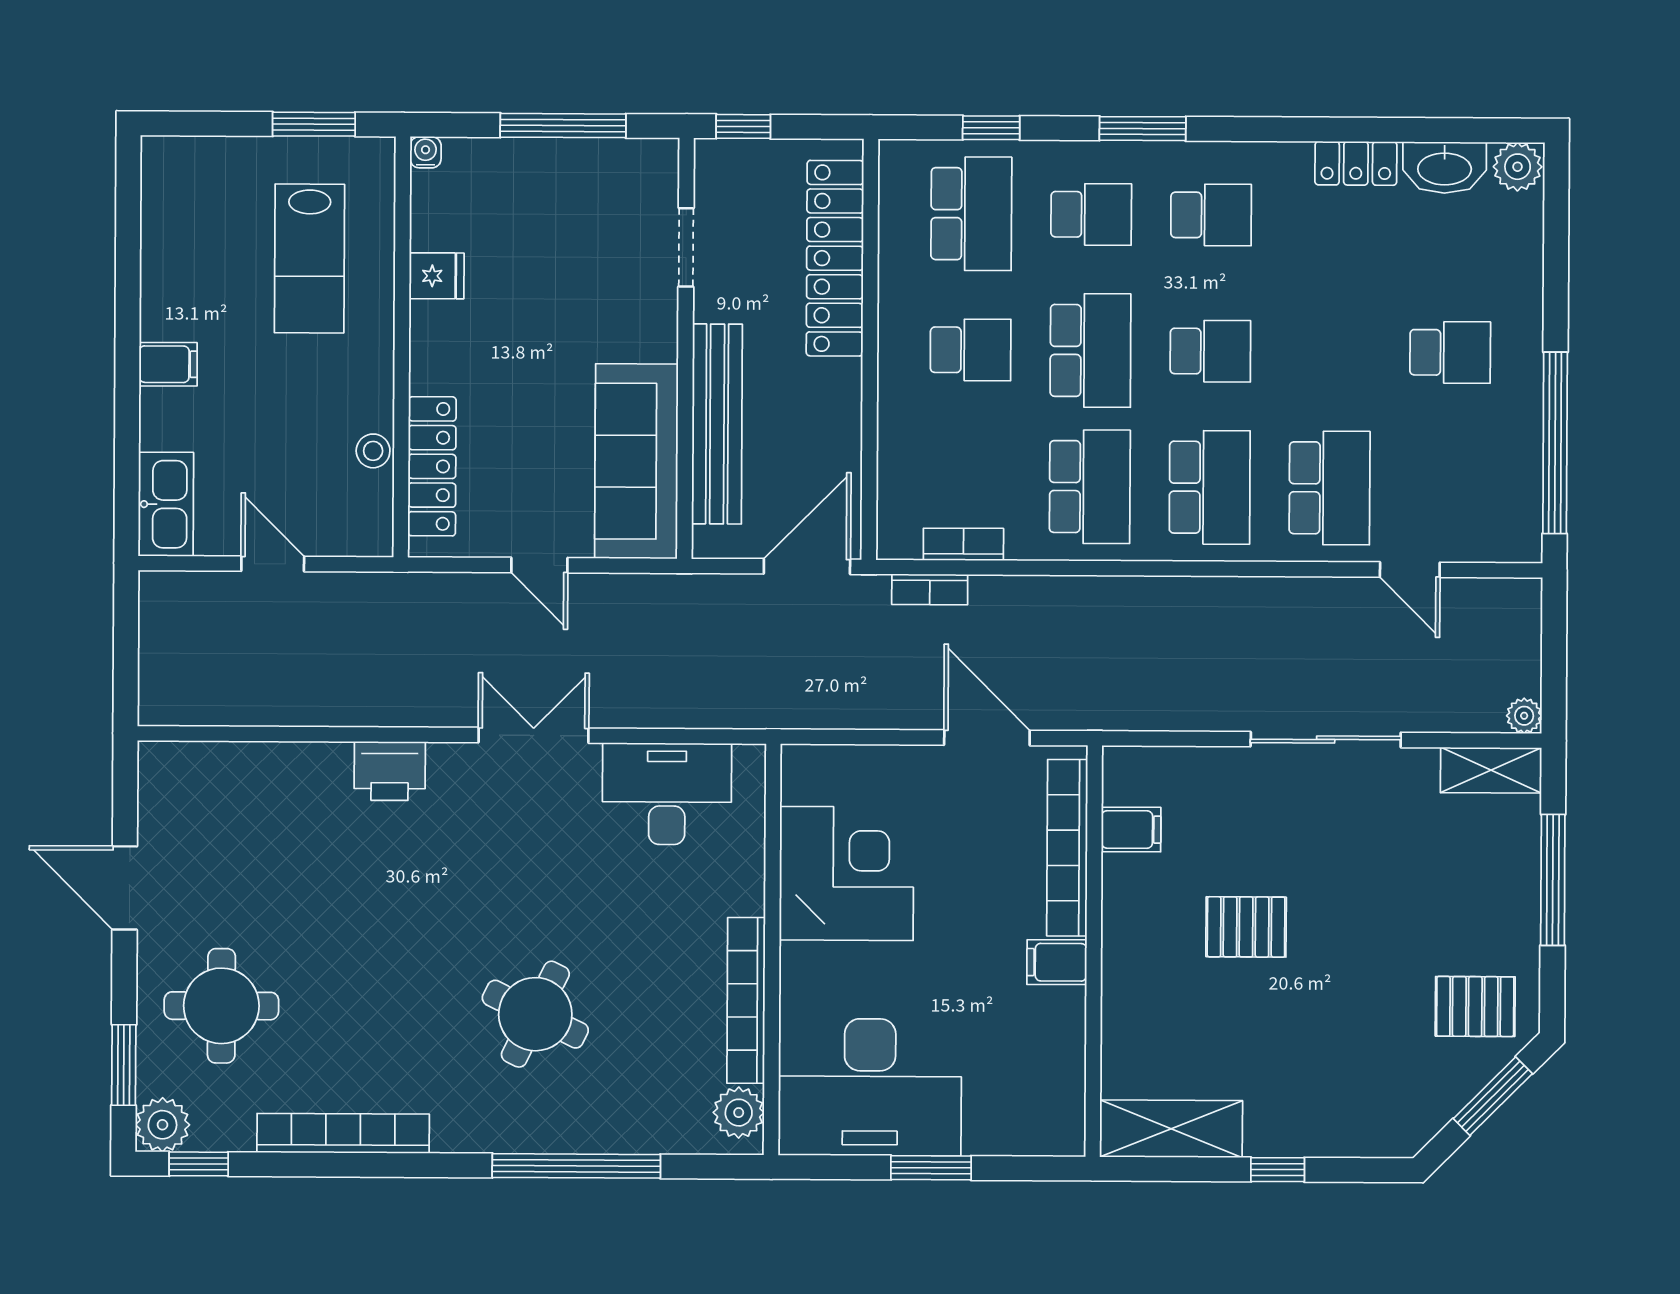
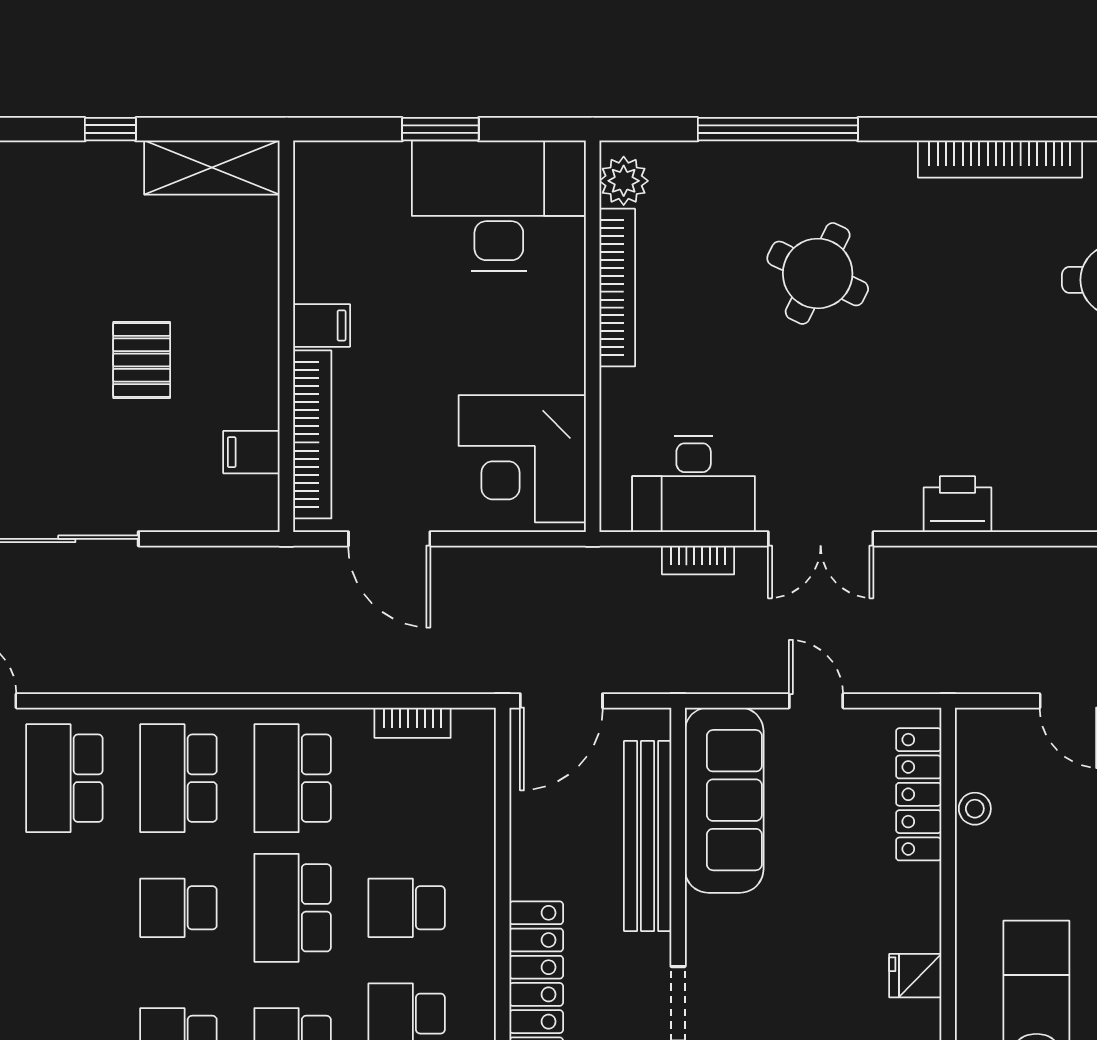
bookcase: (930, 589) -> (698, 560), moved, turned 180
corner desk: (847, 874) -> (522, 459), moved
pallet: (1246, 927) -> (142, 360), turned 90

